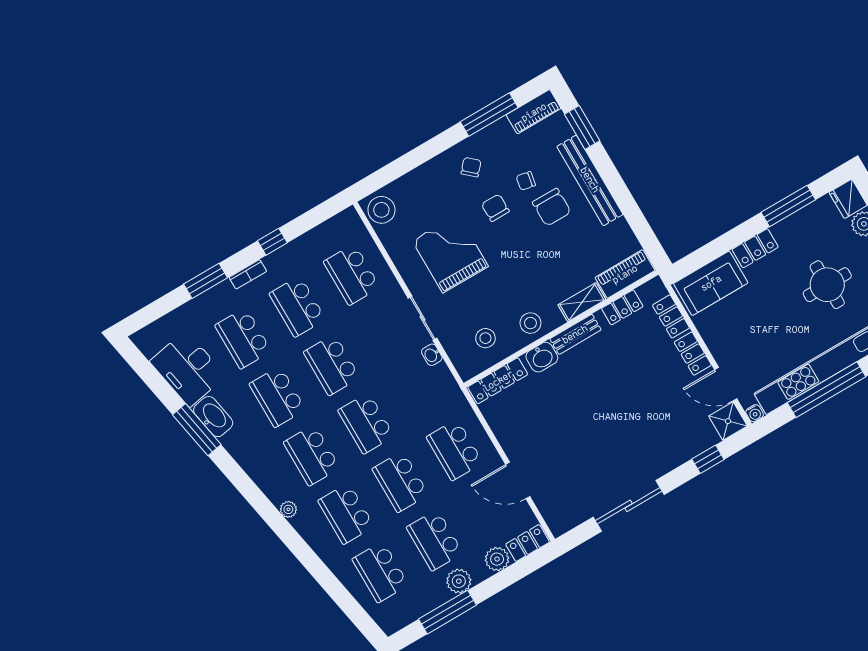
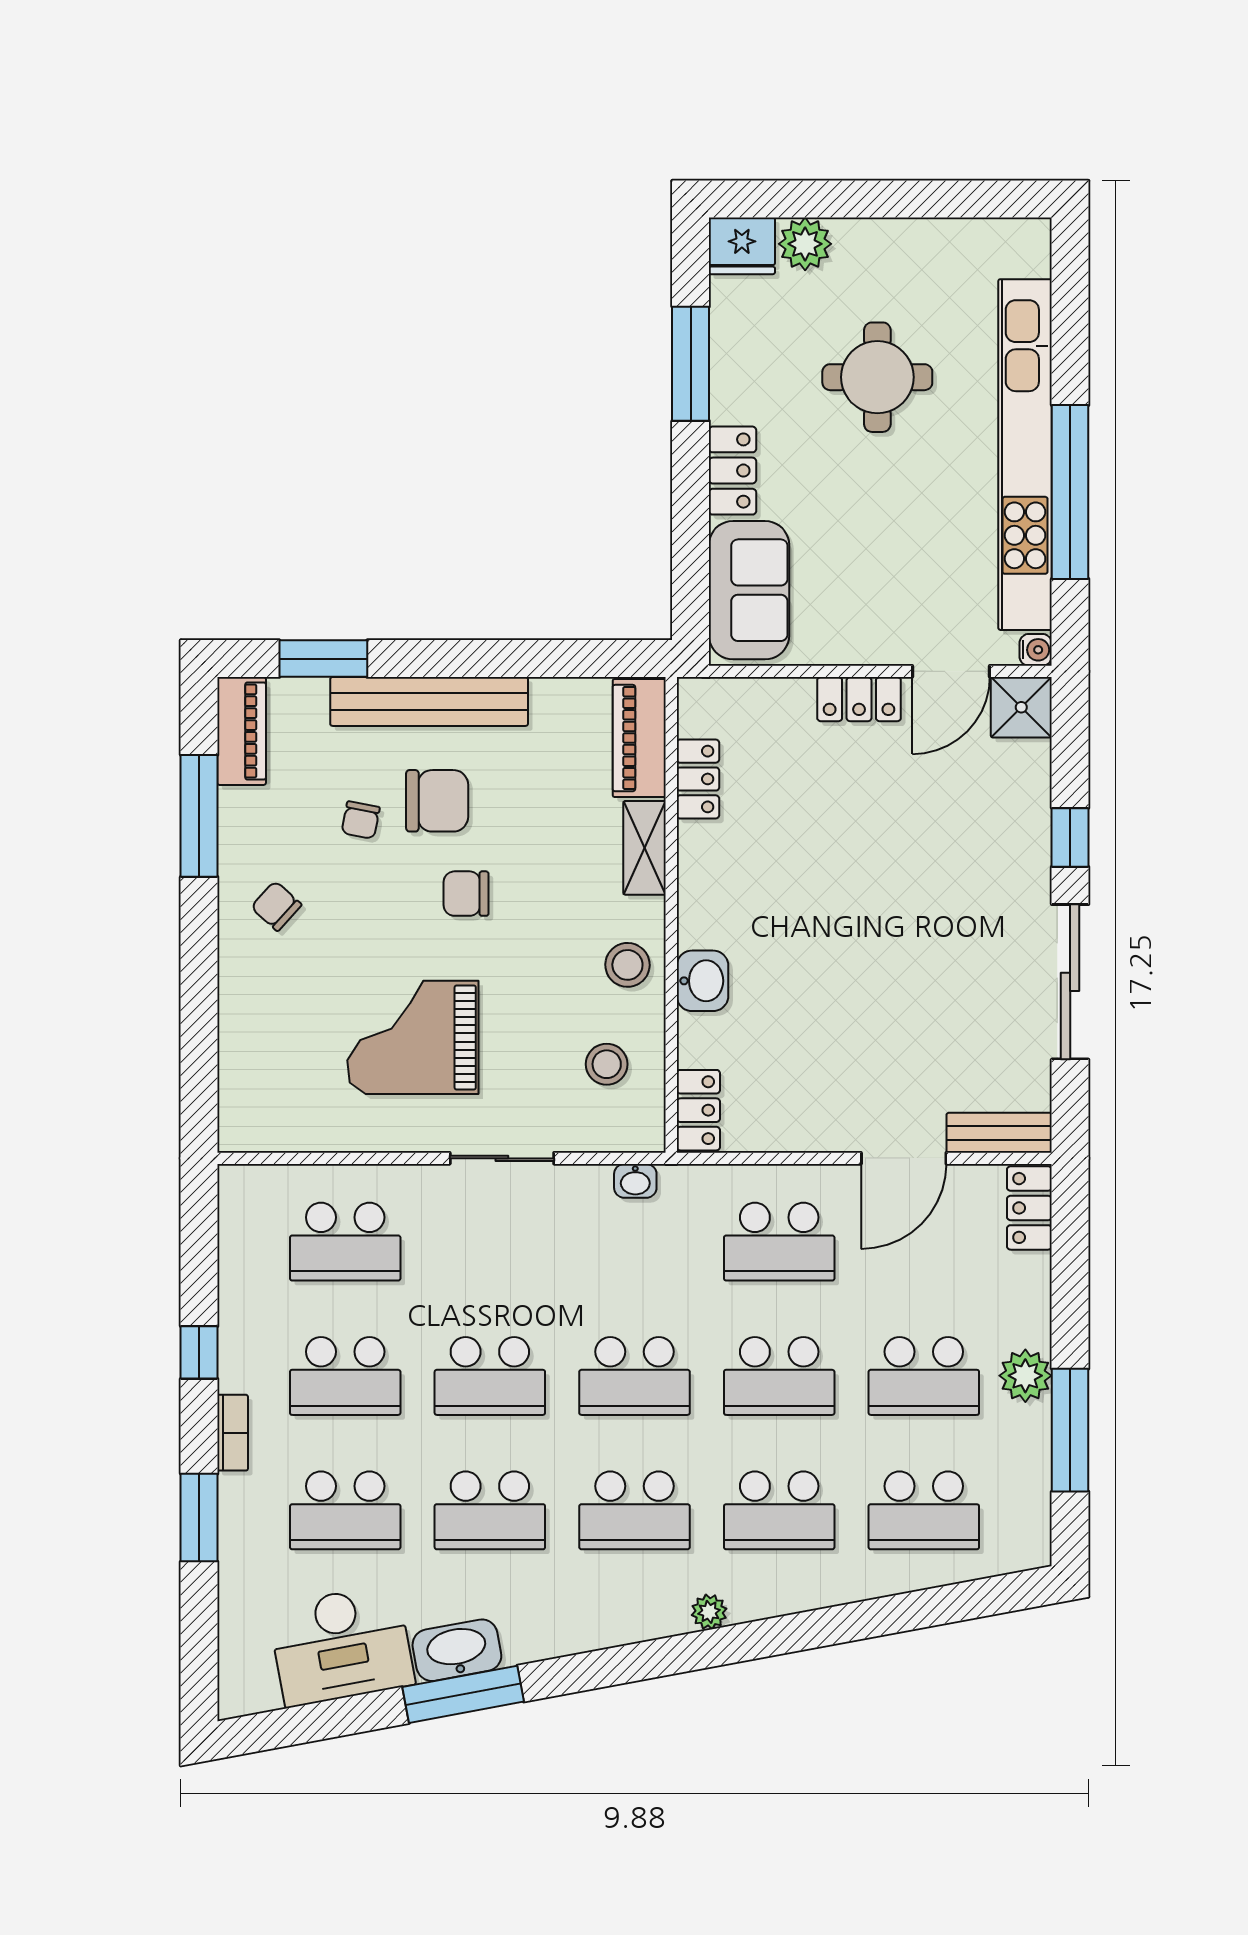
chair: (495, 208) -> (466, 894), moved
stool: (381, 210) -> (258, 1117), removed
locker: (671, 316) -> (767, 699), removed
bench: (575, 334) -> (999, 1133), moved, turned 90
washbasin: (432, 355) -> (635, 1181), moved
locker: (498, 381) -> (698, 1110), width x0.66
window: (708, 459) -> (1070, 837), moved
plant: (497, 559) -> (1026, 1281), removed

